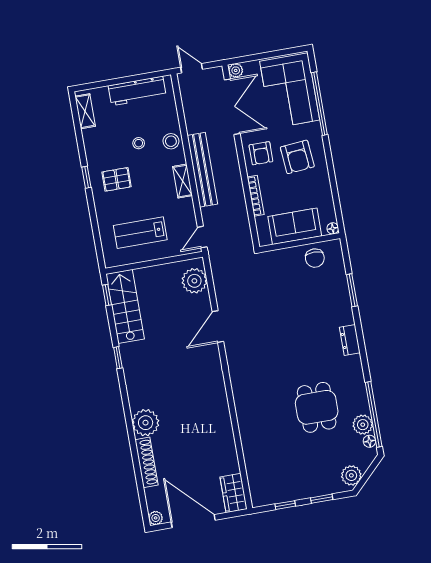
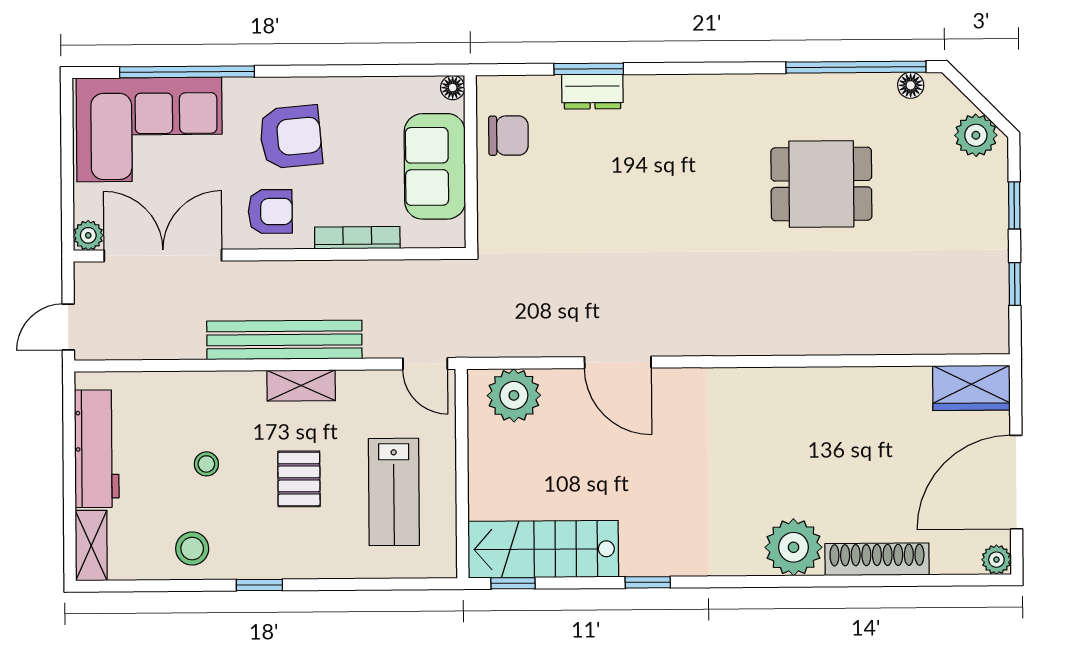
shelving: (85, 111) -> (91, 546), moved, turned 90
stool: (171, 141) -> (192, 549), moved
pallet: (117, 179) -> (299, 479), moved
dresser: (350, 340) -> (592, 92), moved
plant: (363, 425) -> (874, 94), removed

